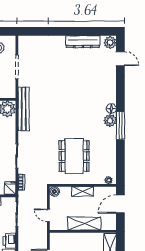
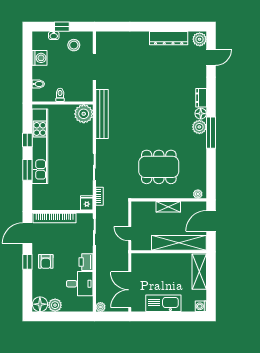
door: (120, 59) -> (211, 57), hinge flipped
dresser: (112, 95) -> (201, 98), added
dining table: (74, 156) -> (159, 167), turned 90
boiler: (54, 191) -> (137, 207), removed
shelving: (84, 224) -> (179, 243), width x1.47

